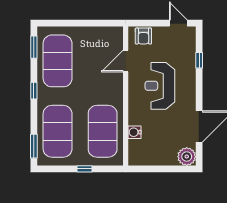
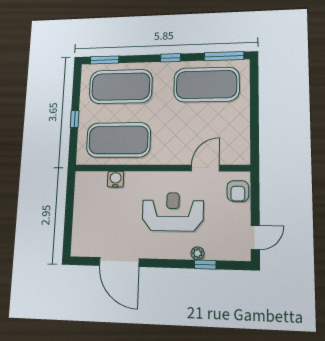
armchair: (143, 36) -> (238, 191), turned -90
window: (34, 47) -> (224, 56), width x1.44
door: (126, 61) -> (205, 168), hinge flipped
plant: (187, 157) -> (198, 253), moved, width x0.53, depth x0.53

